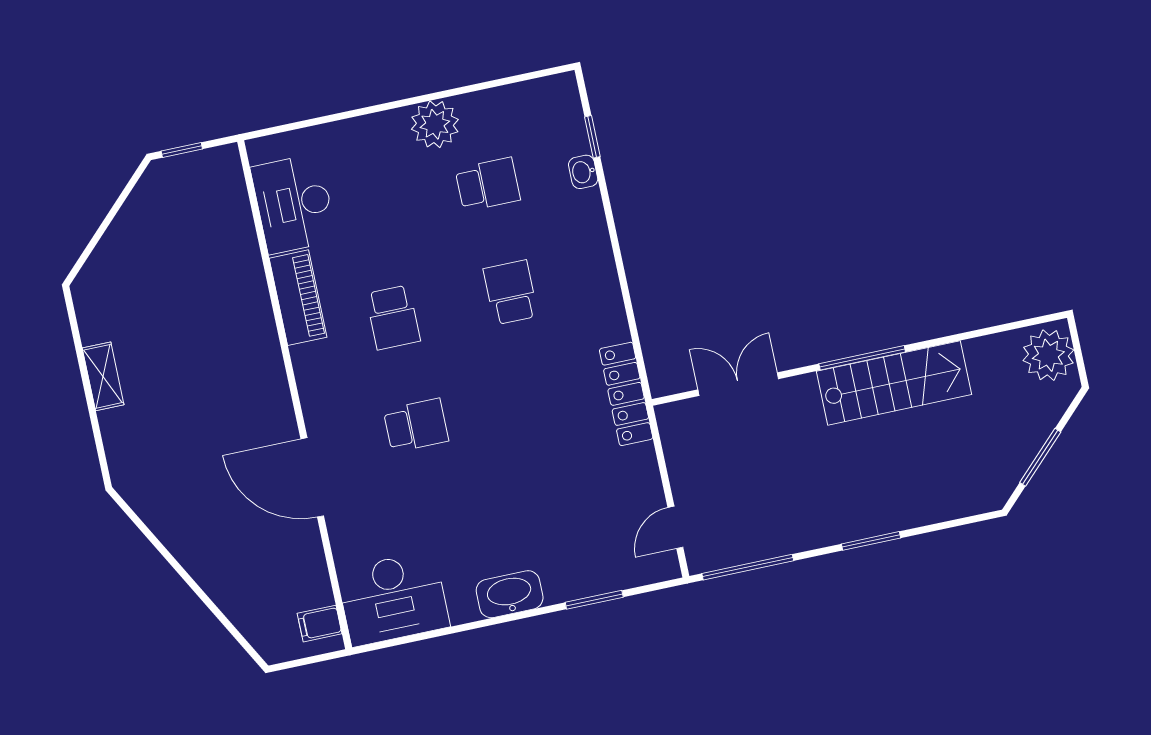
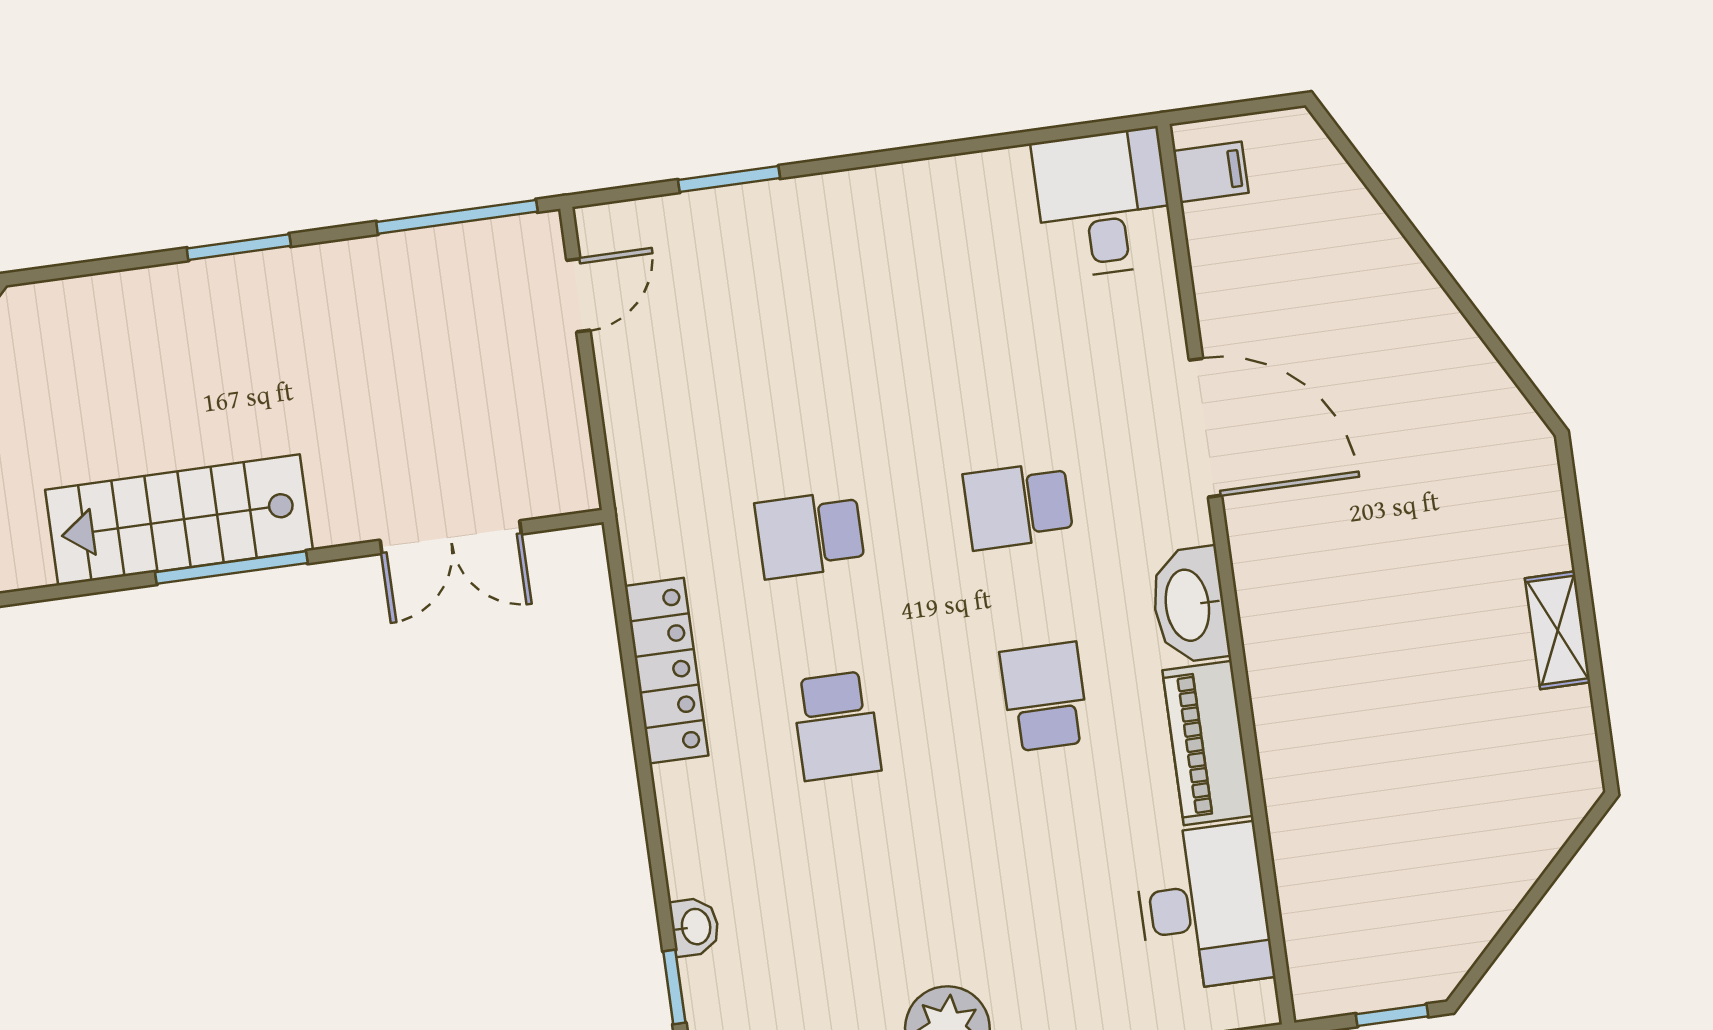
school desk: (488, 184) -> (810, 535), moved
locker: (626, 394) -> (666, 671), moved
washbasin: (510, 594) -> (1189, 605), moved, turned 90
desk: (393, 598) -> (1103, 203), width x0.73

